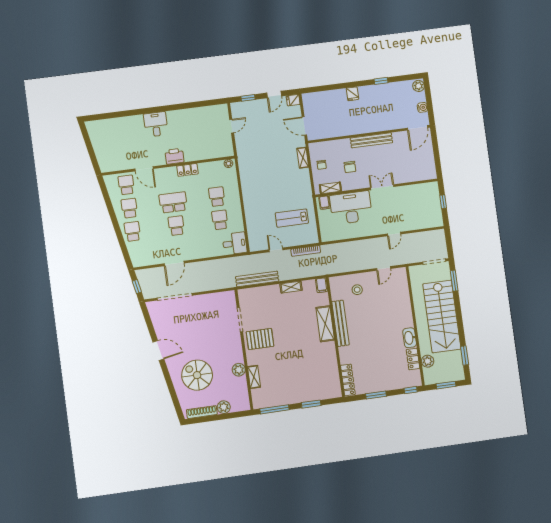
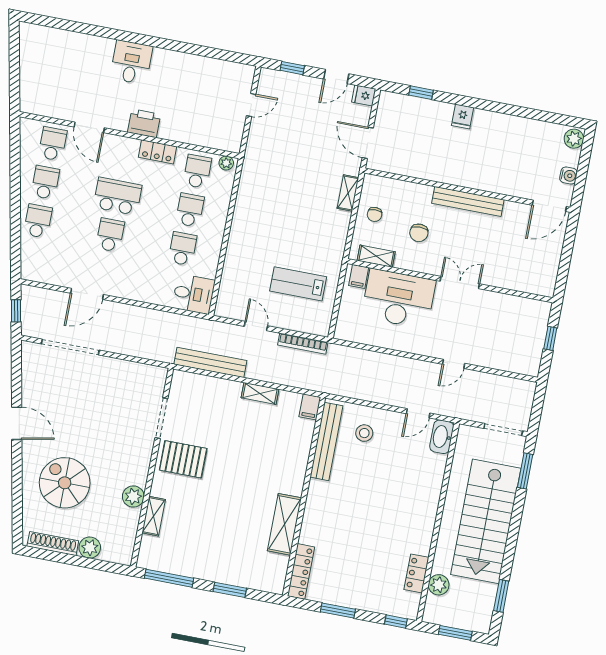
window: (381, 81) -> (421, 93), moved
school desk: (214, 174) -> (197, 171), added
bench: (340, 323) -> (326, 441), moved
shelving: (325, 324) -> (284, 524), moved
washbasin: (410, 338) -> (442, 437), moved

